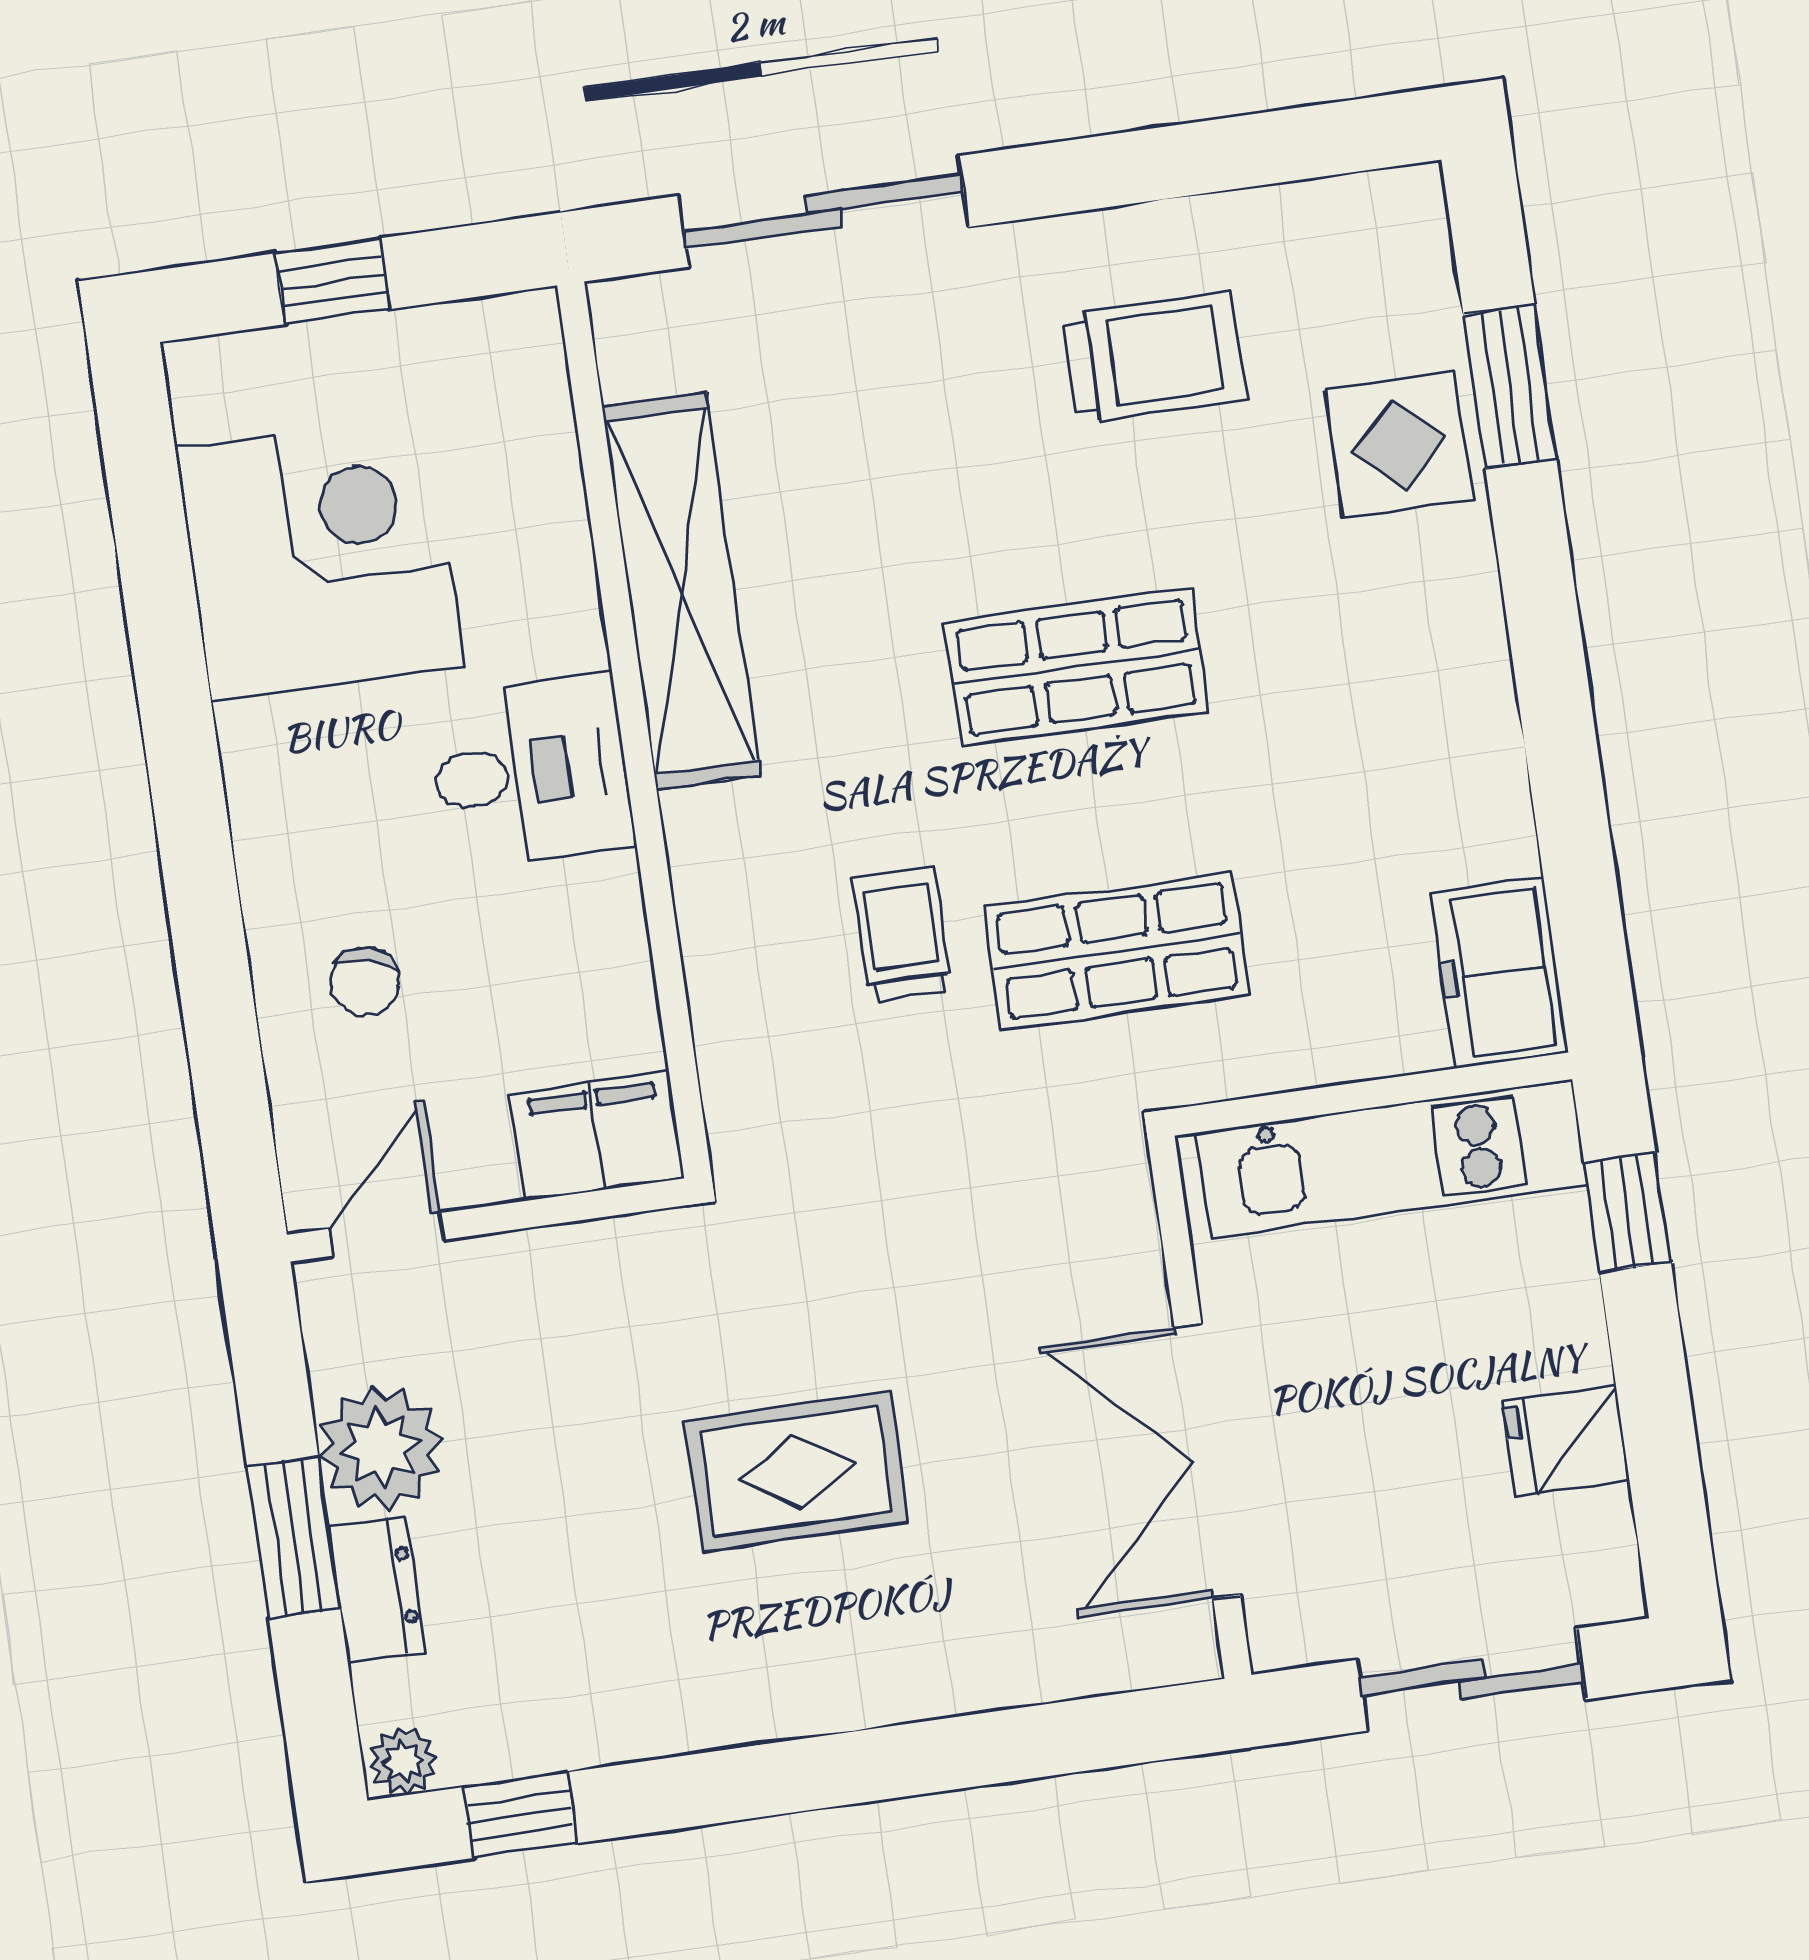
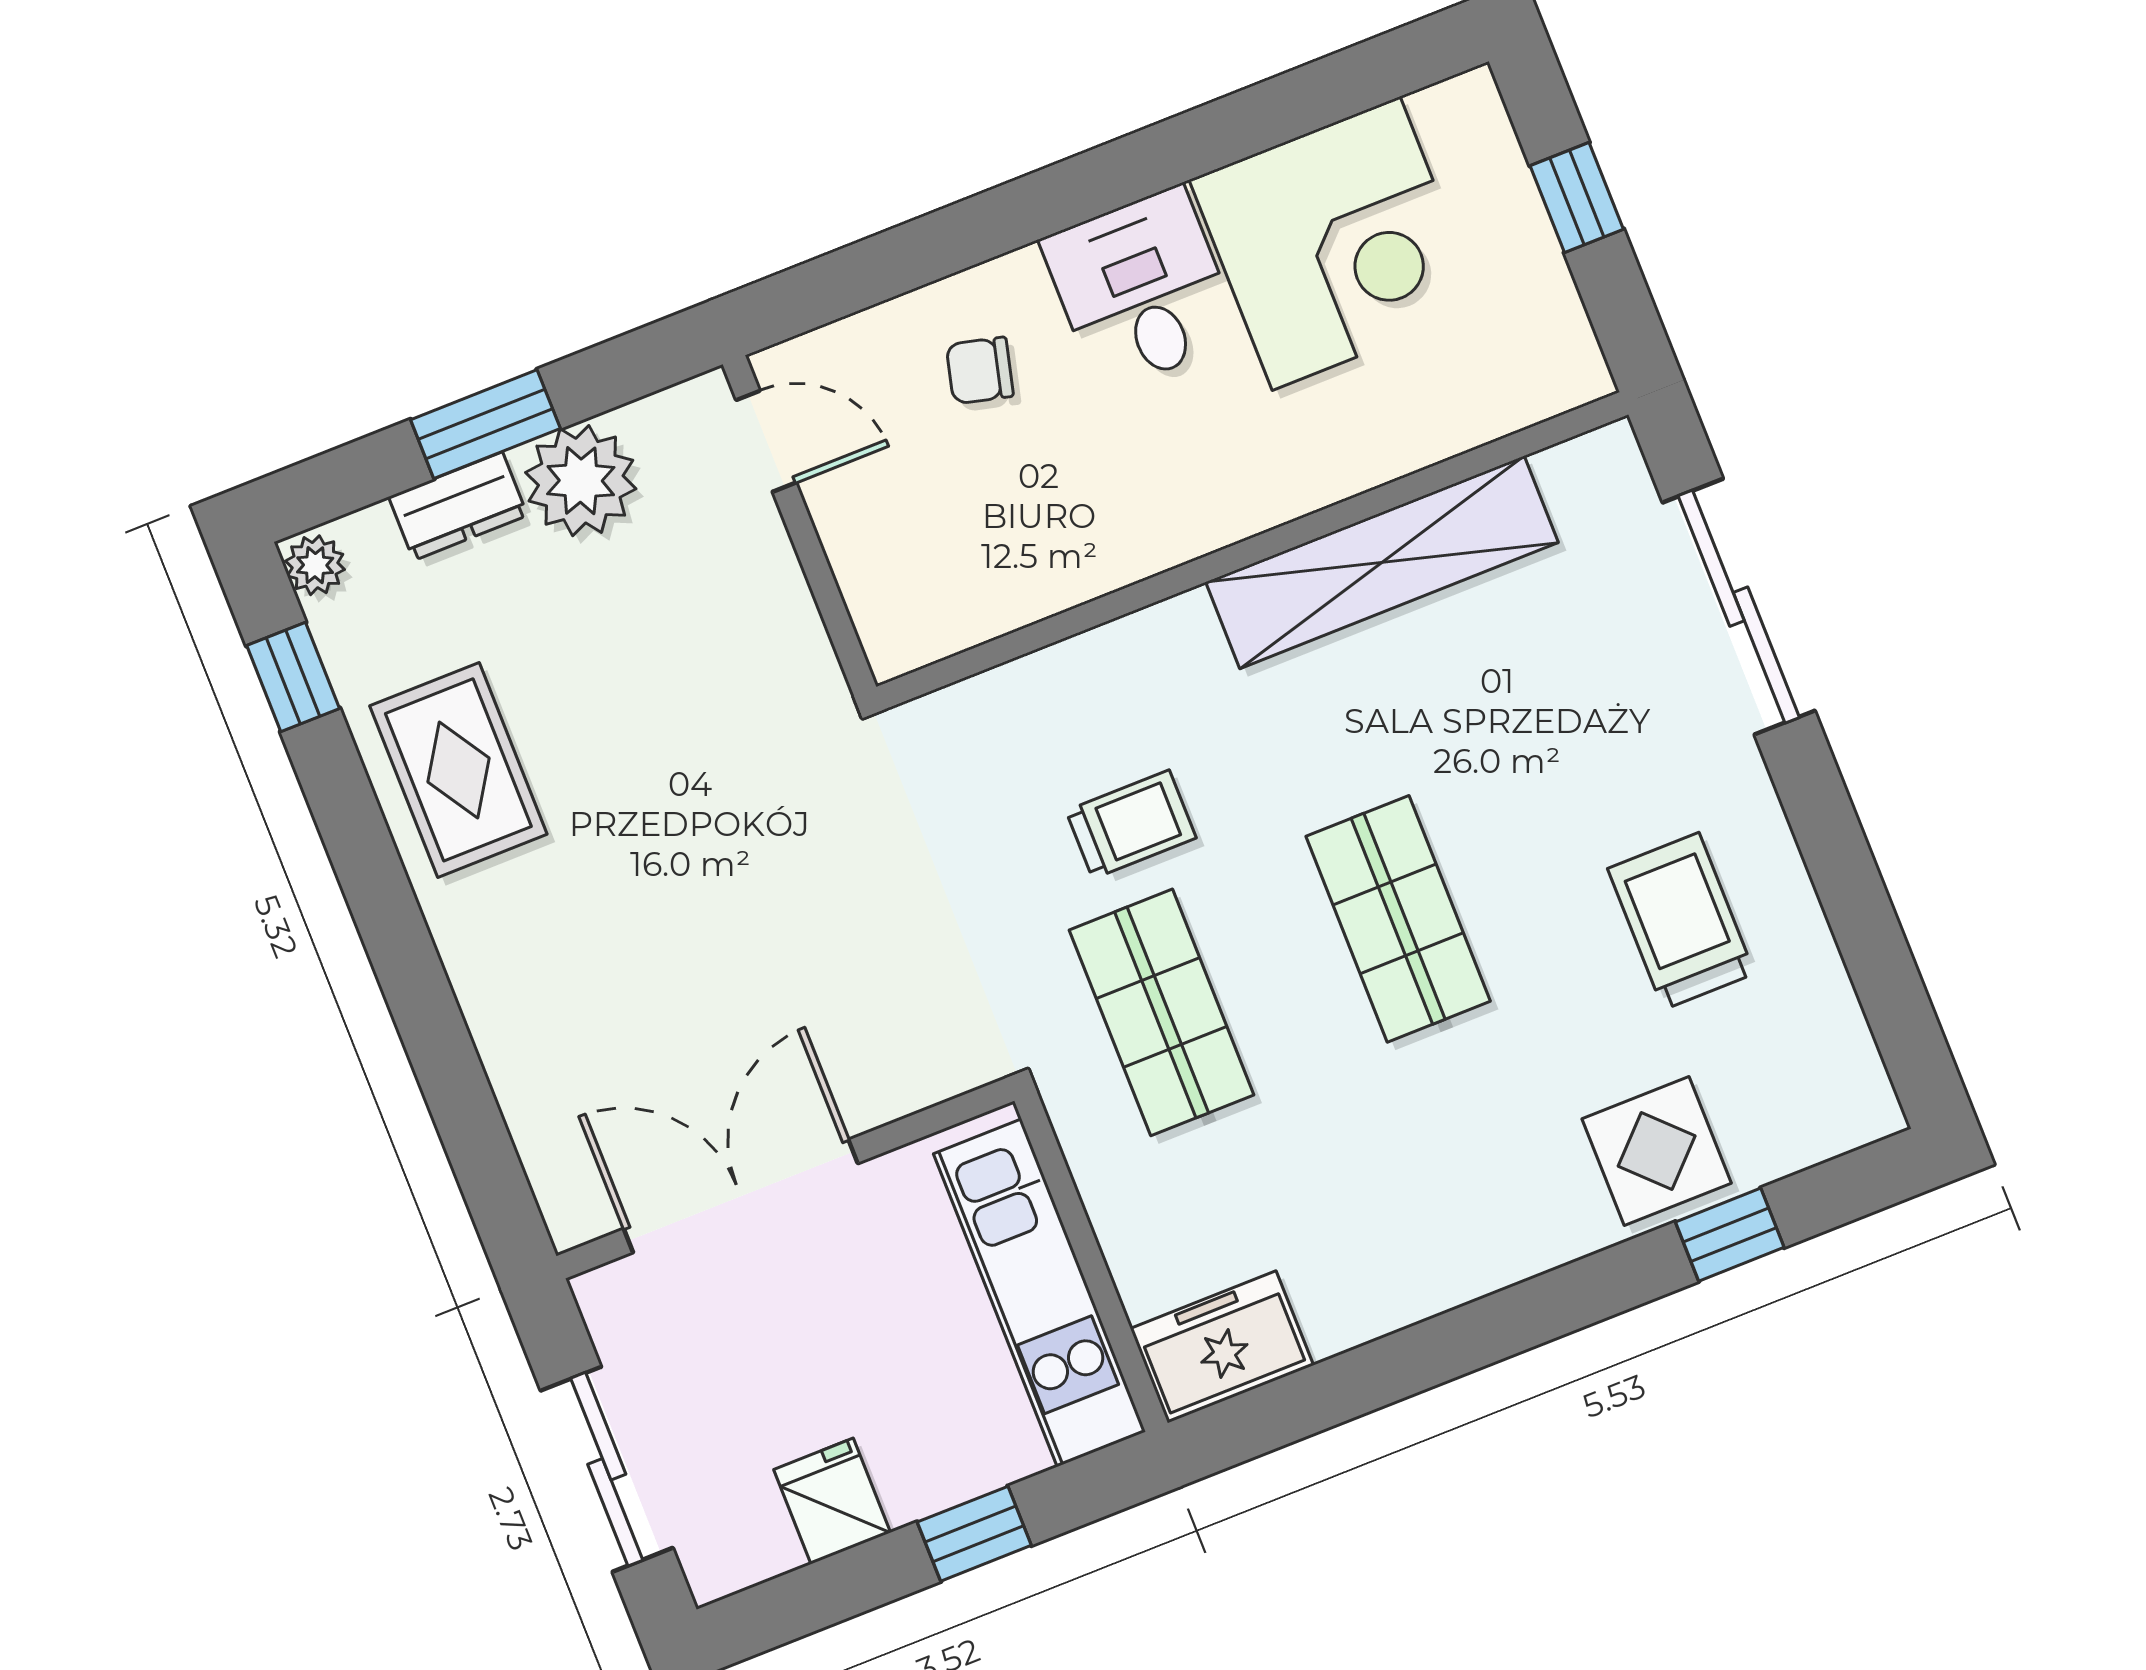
trolley: (1153, 357) -> (1681, 921), turned 180
window: (1510, 387) -> (1730, 1235), width x0.67
desk: (530, 772) -> (1141, 289), moved, turned 180
filing cabinet: (597, 1136) -> (894, 602), removed
window: (1627, 1212) -> (974, 1534), moved
rug: (796, 1471) -> (458, 770), moved

